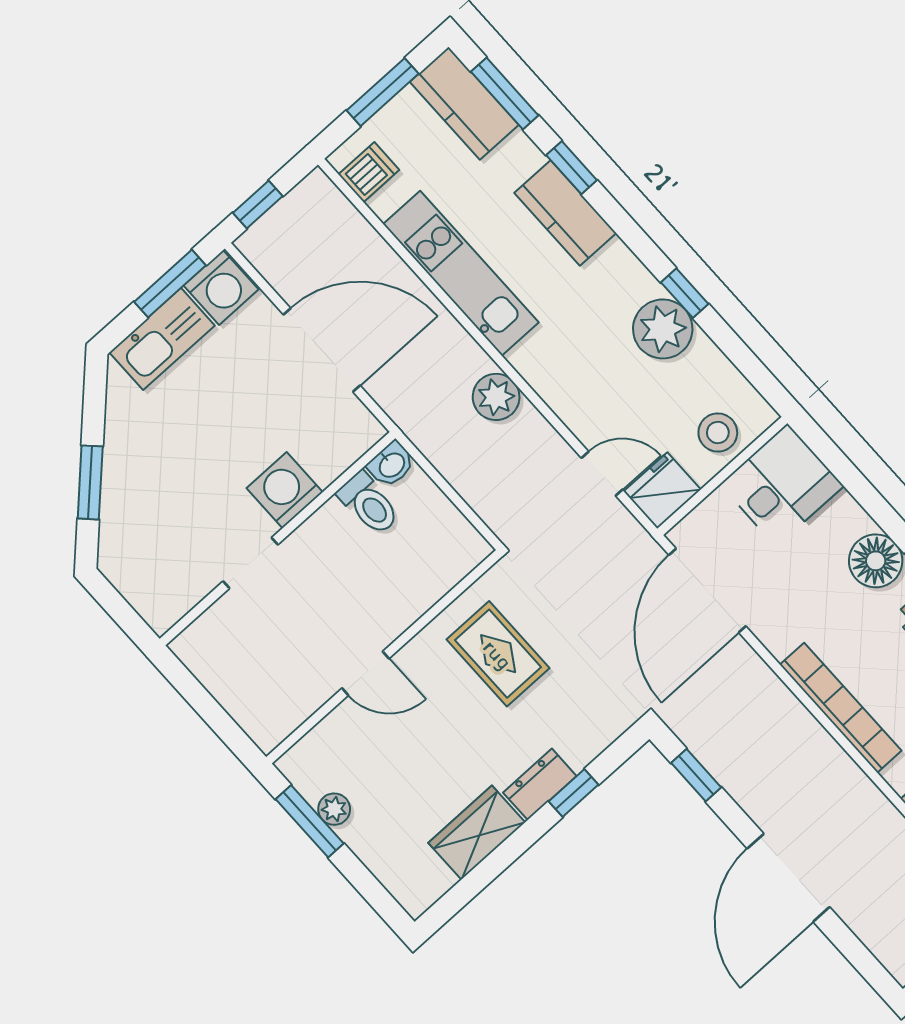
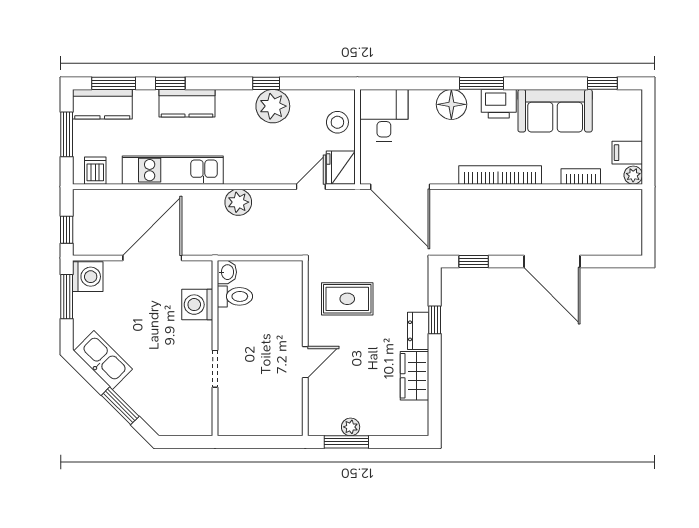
kitchen sink: (162, 339) -> (103, 360), moved, turned -45
washing machine: (285, 490) -> (197, 305), moved

